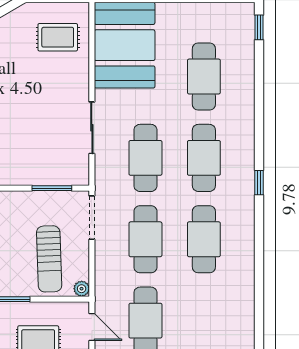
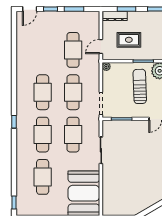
rug: (58, 37) -> (119, 197), removed
sun lounger: (49, 259) -> (140, 86), moved
door: (92, 327) -> (101, 47), hinge flipped

